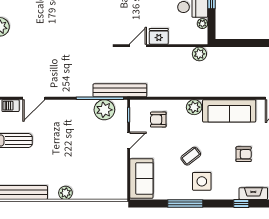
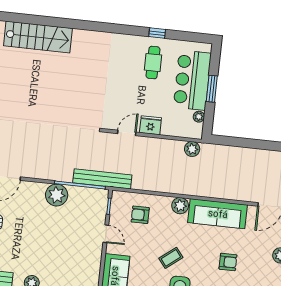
plant: (104, 110) -> (57, 195), moved
door: (129, 140) -> (106, 234), hinge flipped

